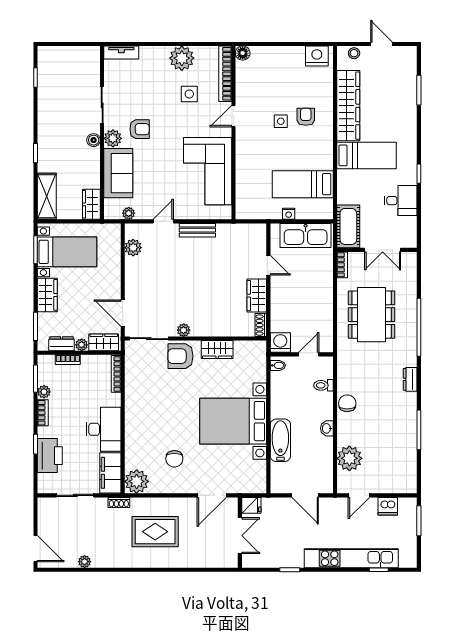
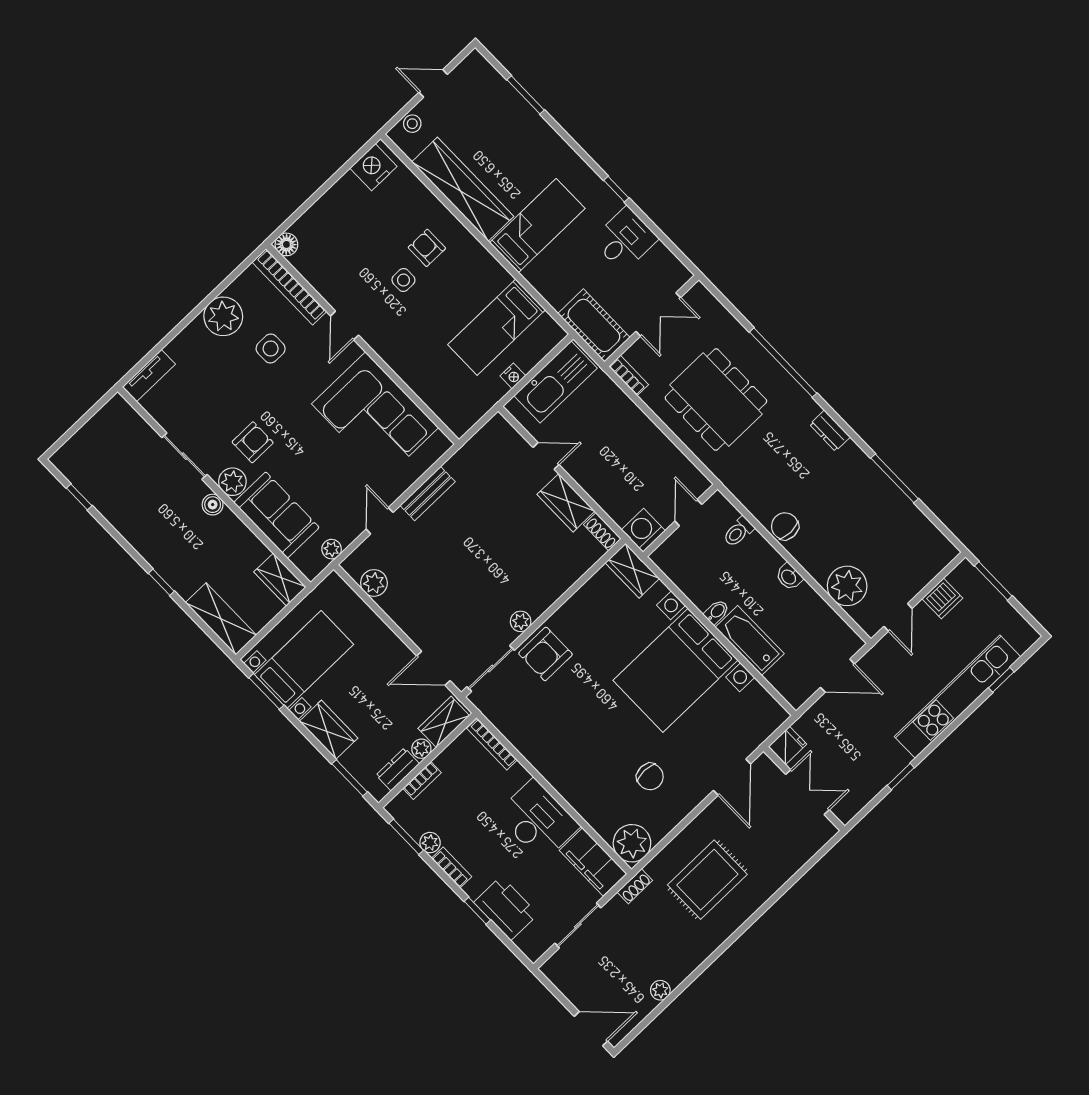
wardrobe: (217, 350) -> (632, 571), moved, turned 90
bidet: (278, 365) -> (716, 612), moved

